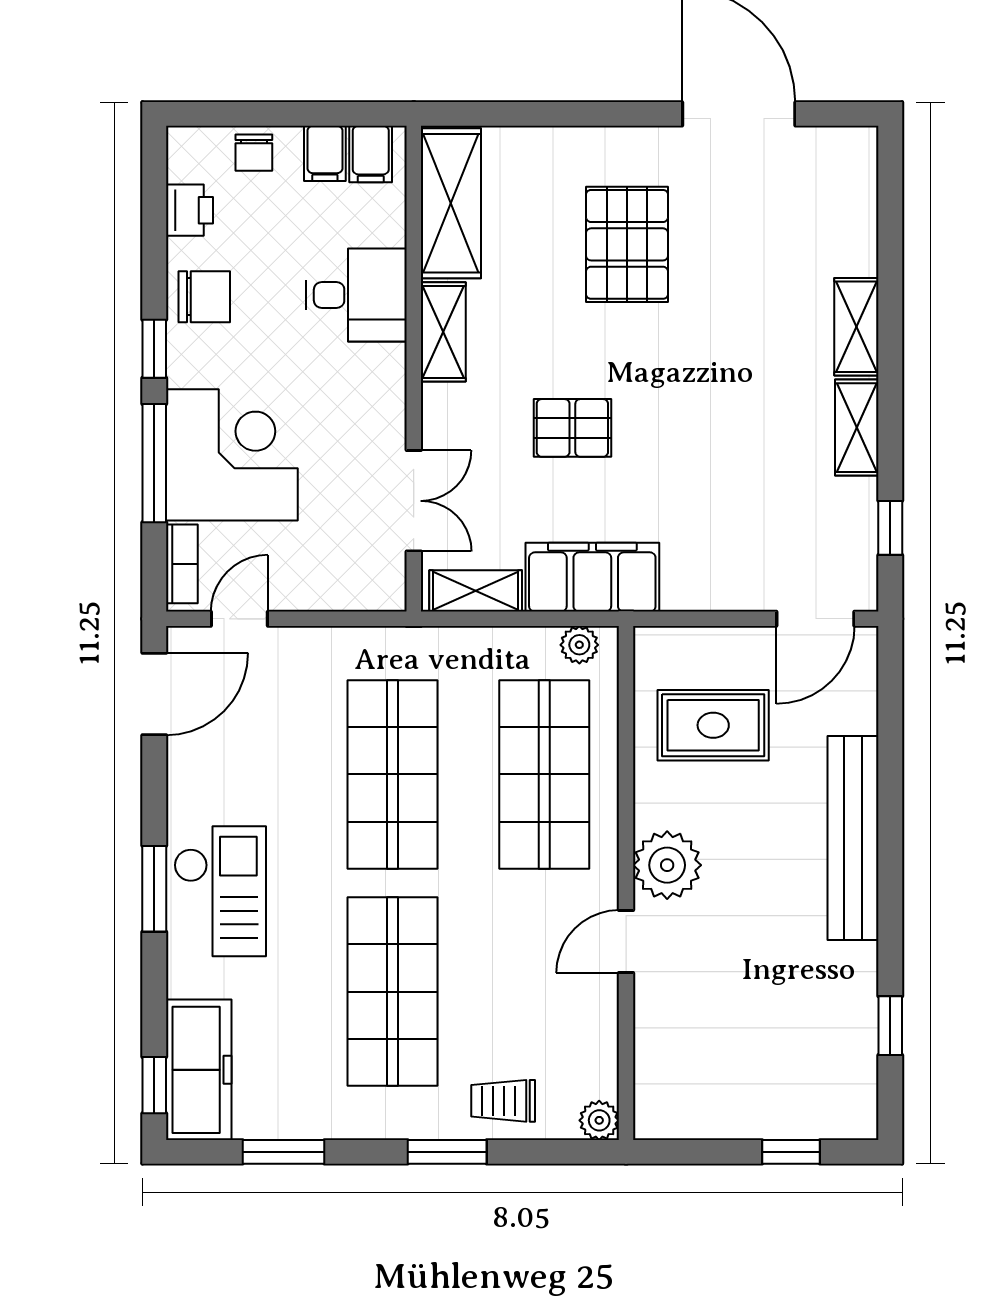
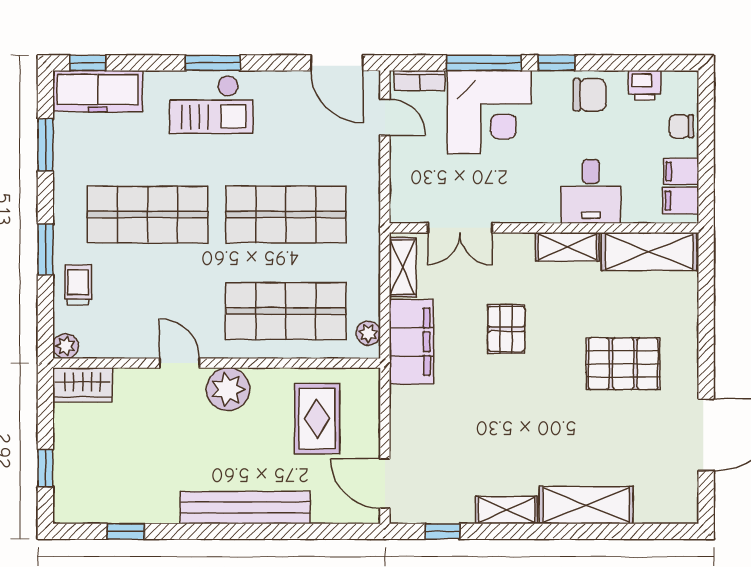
chair: (204, 297) -> (590, 95), turned -90
shelving: (856, 327) -> (586, 505), width x1.50, depth x1.33
wardrobe: (660, 1094) -> (83, 385), added

